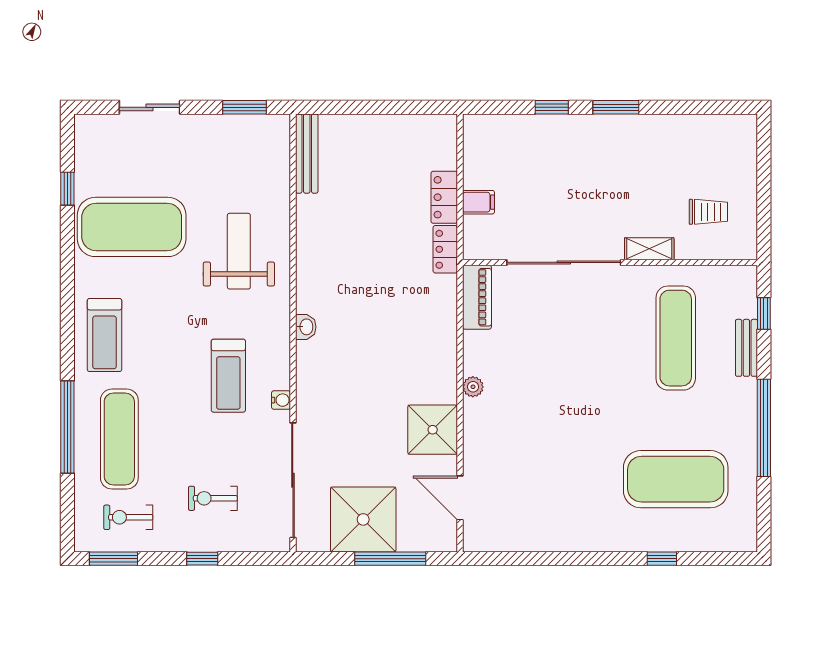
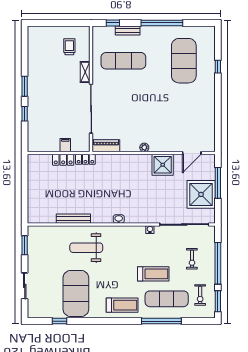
bench: (307, 154) -> (73, 219), moved
treadmill: (228, 376) -> (153, 274), moved
window: (202, 559) -> (218, 263), width x3.17

